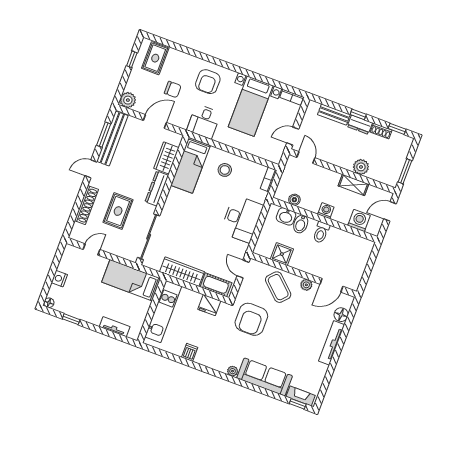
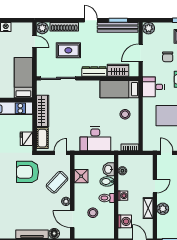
door: (155, 122) -> (141, 53), swing flipped
door: (306, 158) -> (155, 186), moved
plant: (78, 233) -> (42, 28), added
stool: (333, 257) -> (93, 213), added

